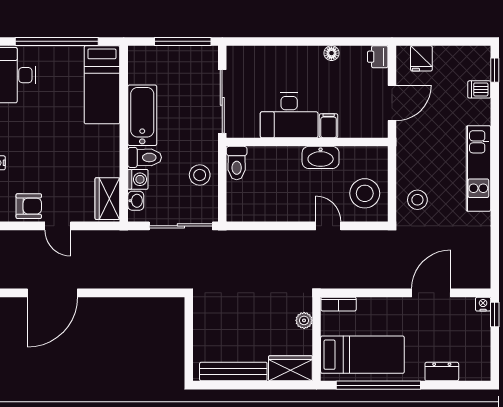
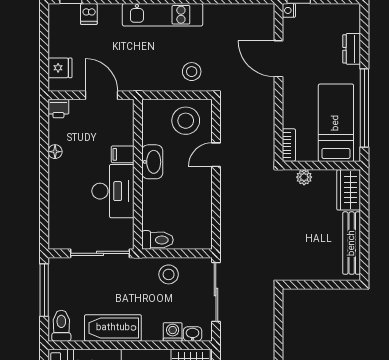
toilet: (145, 157) -> (61, 326), moved

